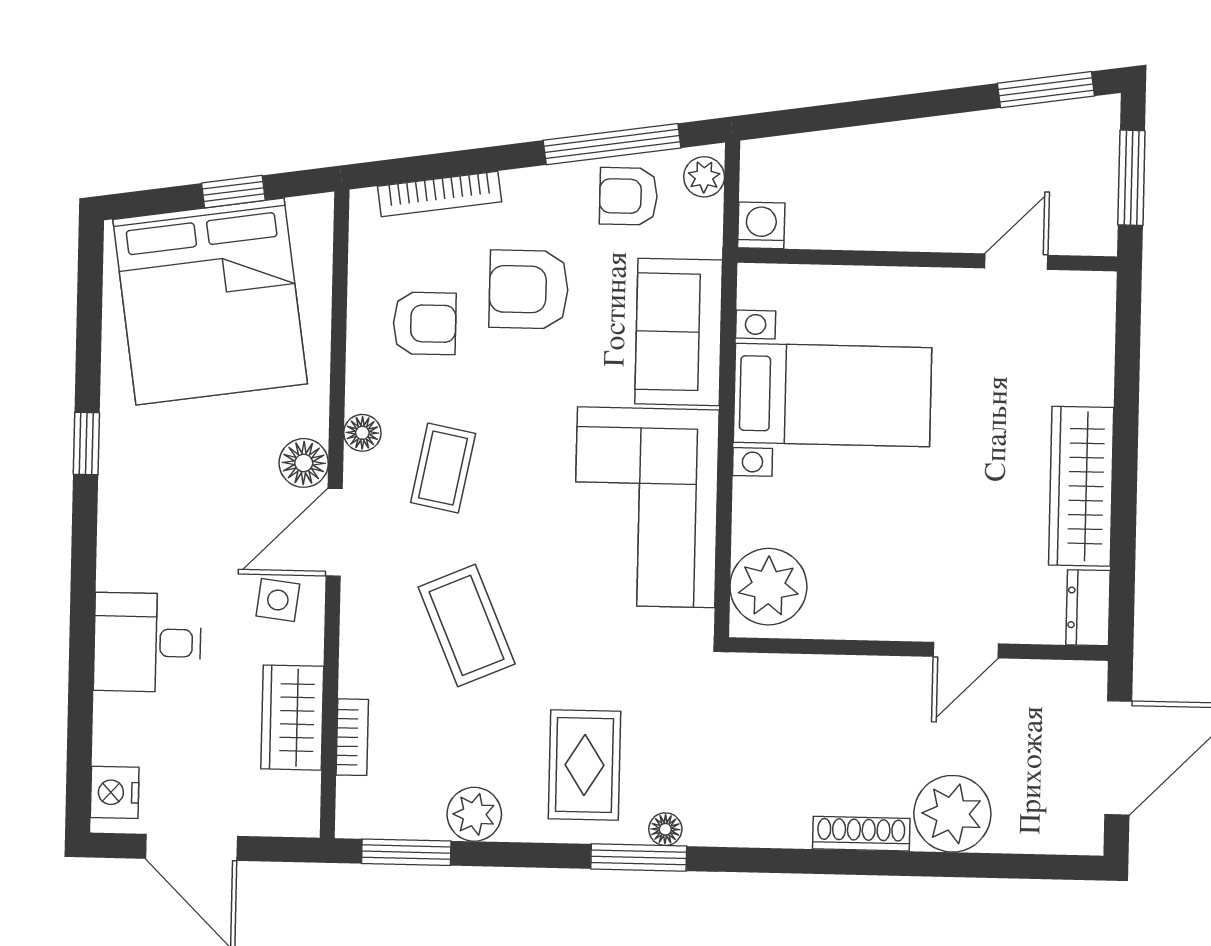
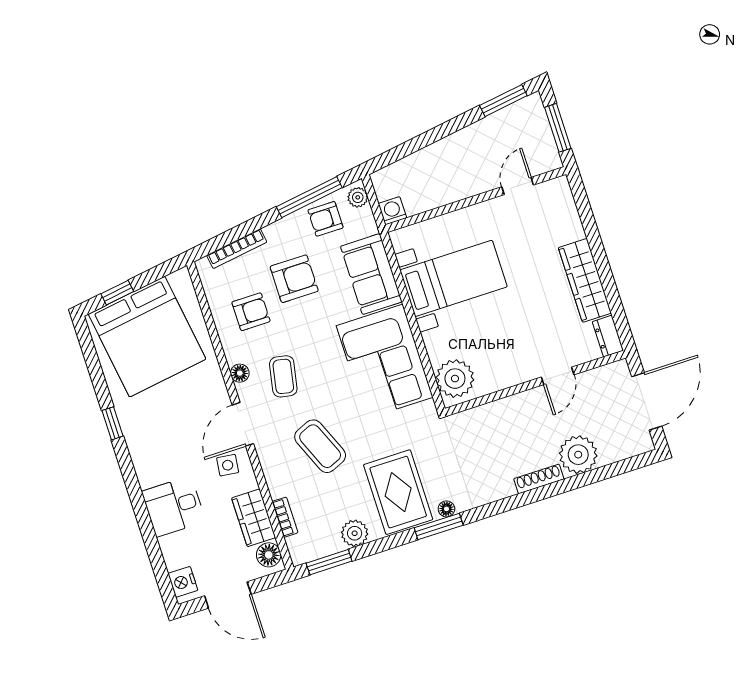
window: (233, 192) -> (117, 293), moved
armchair: (529, 289) -> (294, 279), turned 180
floor lamp: (304, 463) -> (269, 555), moved
rug: (584, 765) -> (398, 492), width x1.36, depth x1.43

